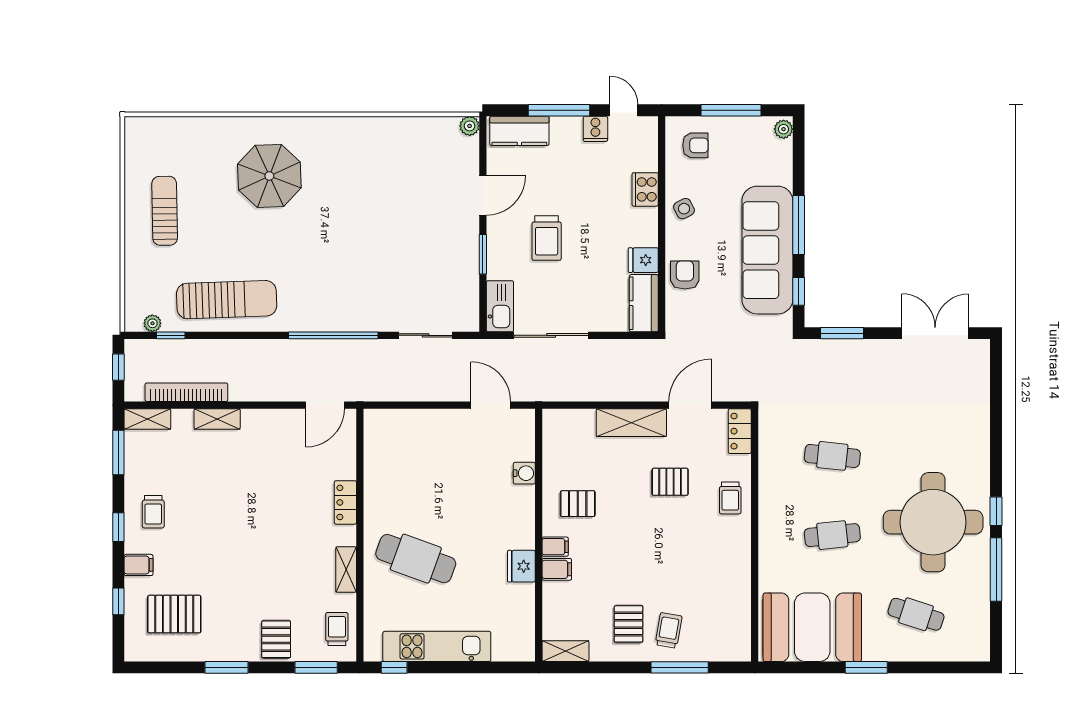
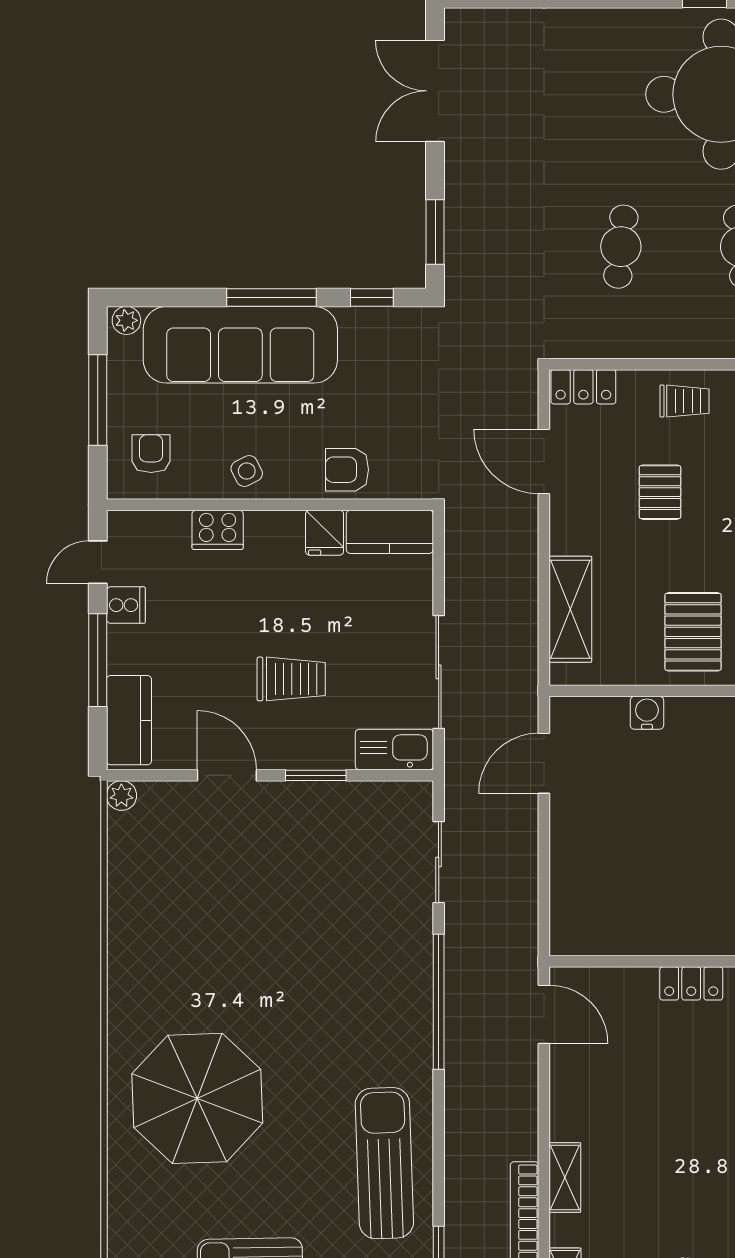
parasol: (269, 176) -> (197, 1098), width x1.36, depth x1.36
sofa: (767, 250) -> (240, 345), moved
shelving: (631, 423) -> (570, 609), moved
pallet: (578, 504) -> (693, 632), width x1.50, depth x1.42

